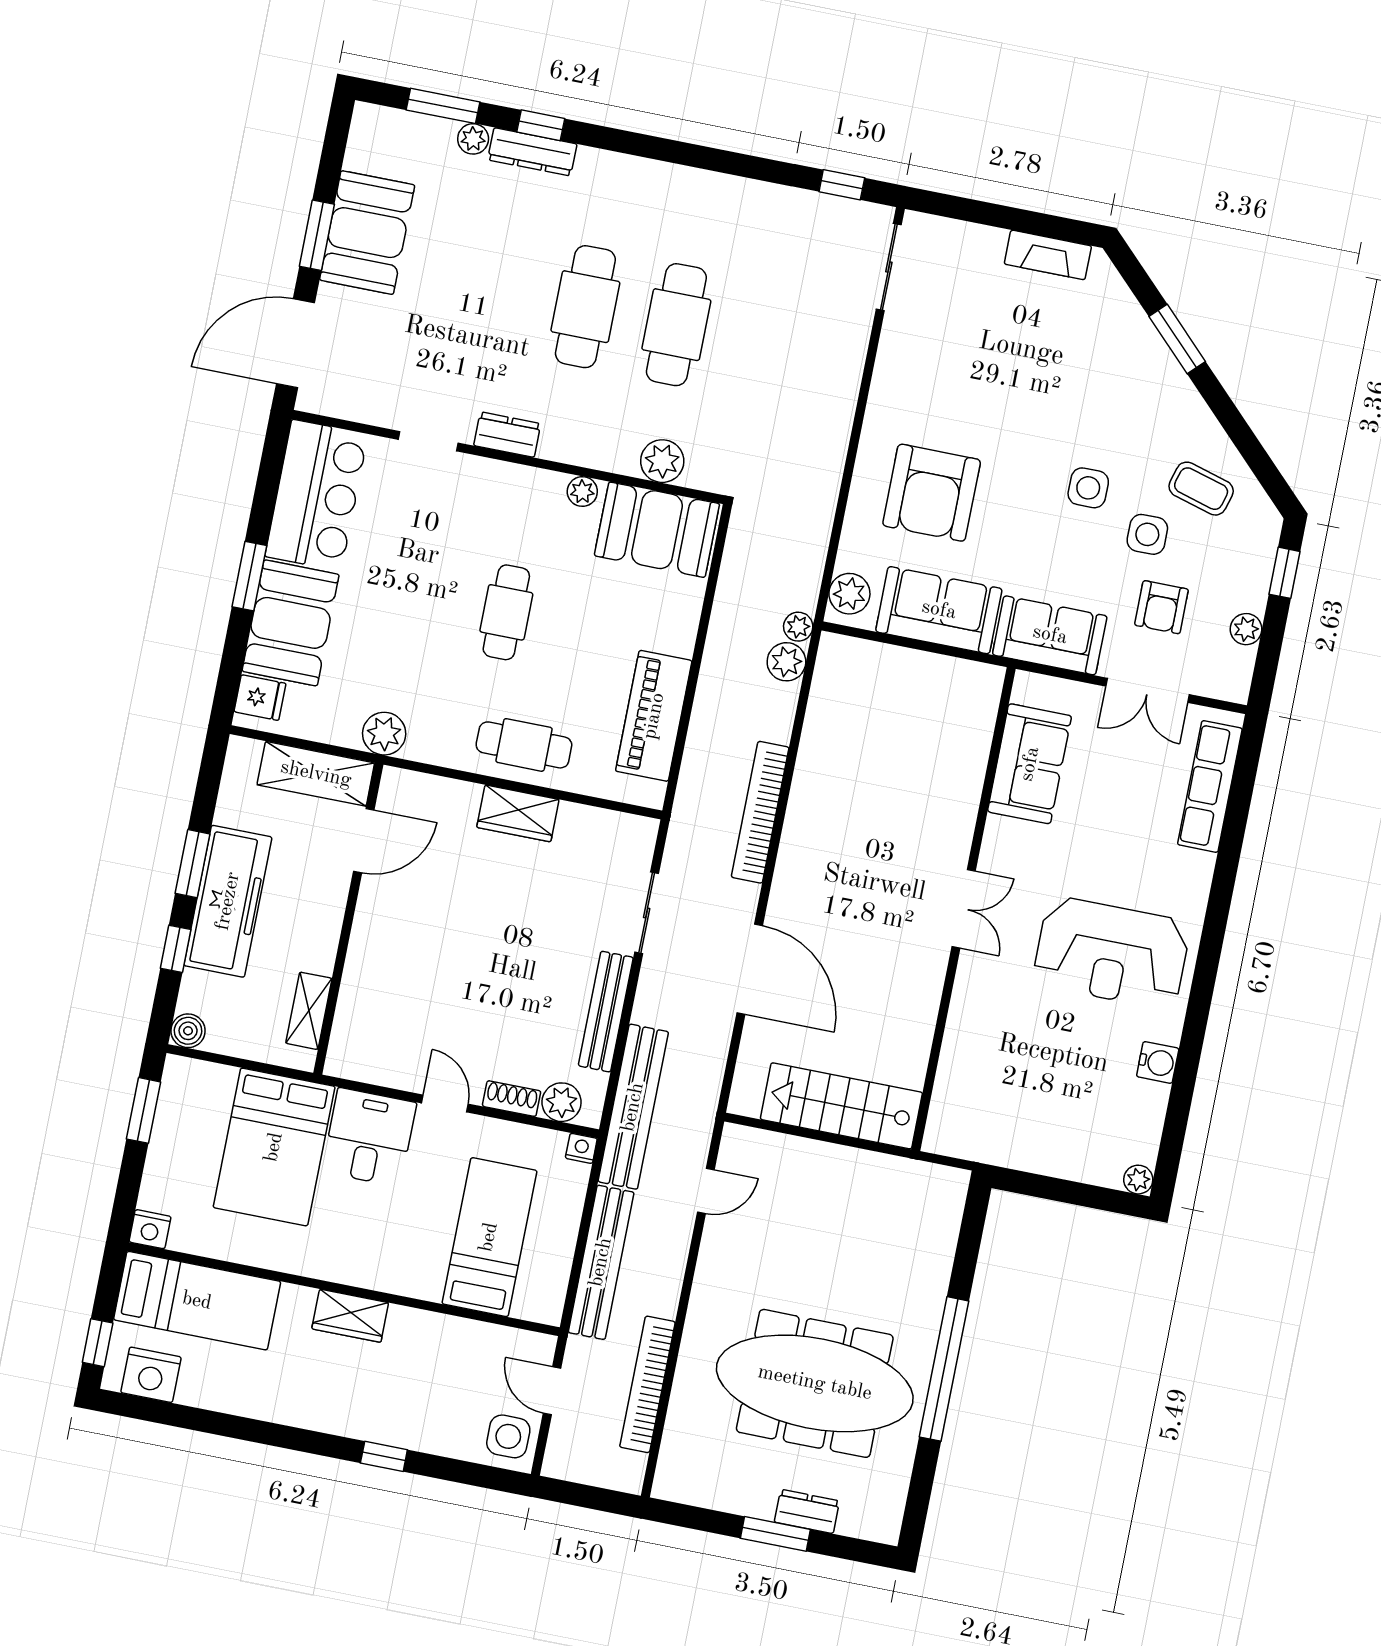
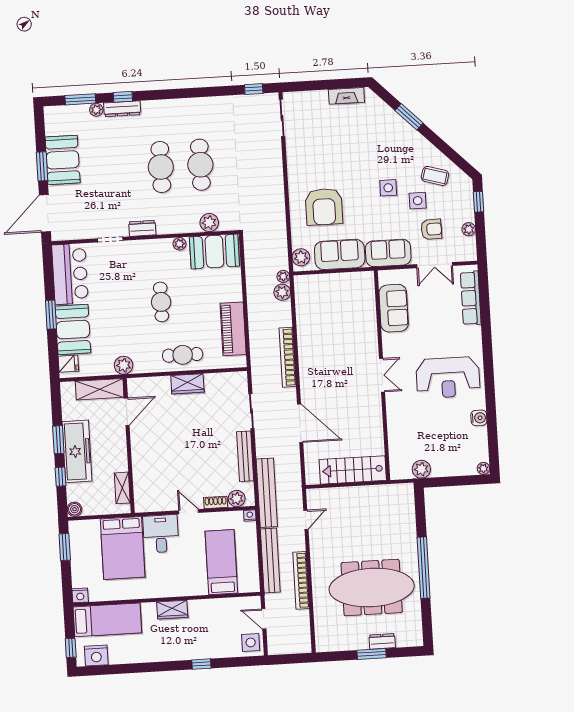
armchair: (1161, 607) -> (431, 229), turned -91
plant: (997, 1145) -> (421, 469), added
bookcase: (647, 1384) -> (301, 580), moved

